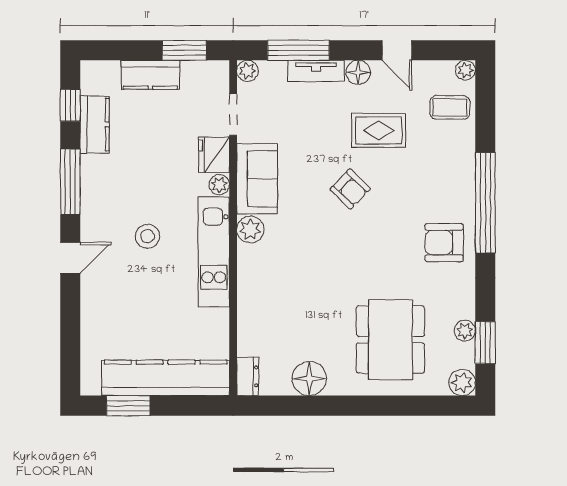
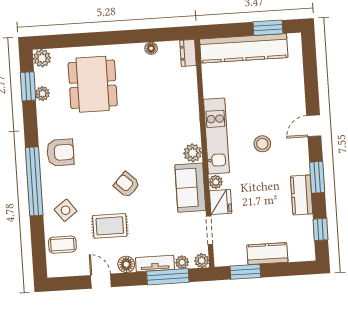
plant: (465, 70) -> (182, 262), moved
kitchen counter: (95, 125) -> (302, 195), moved
side table: (442, 157) -> (66, 210), added
window: (70, 182) -> (317, 177), width x0.69
floor lamp: (309, 379) -> (151, 48), width x0.53, depth x0.53

